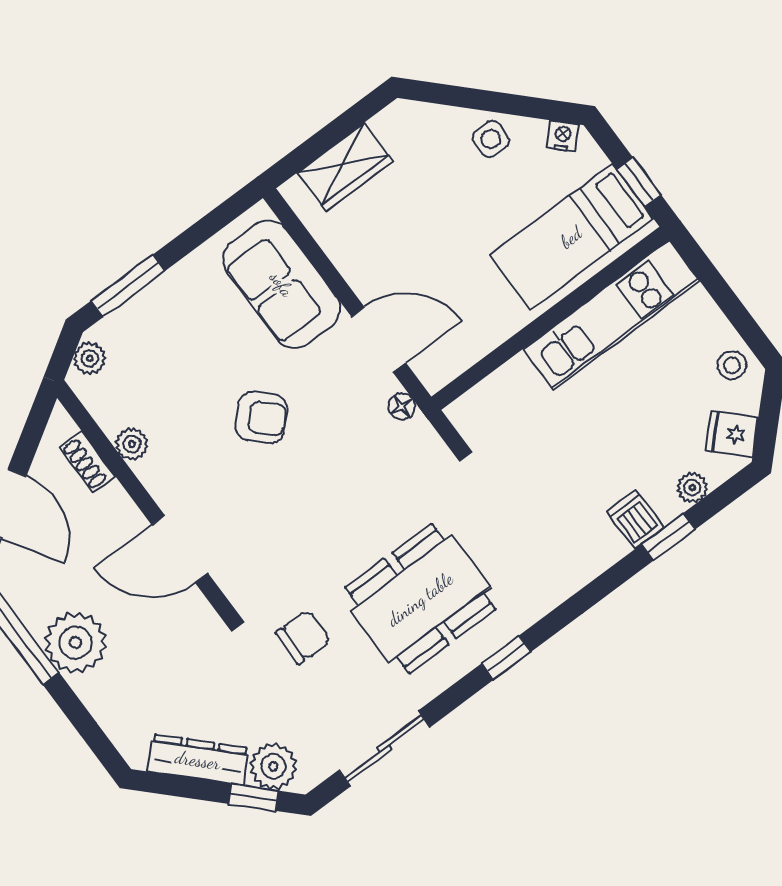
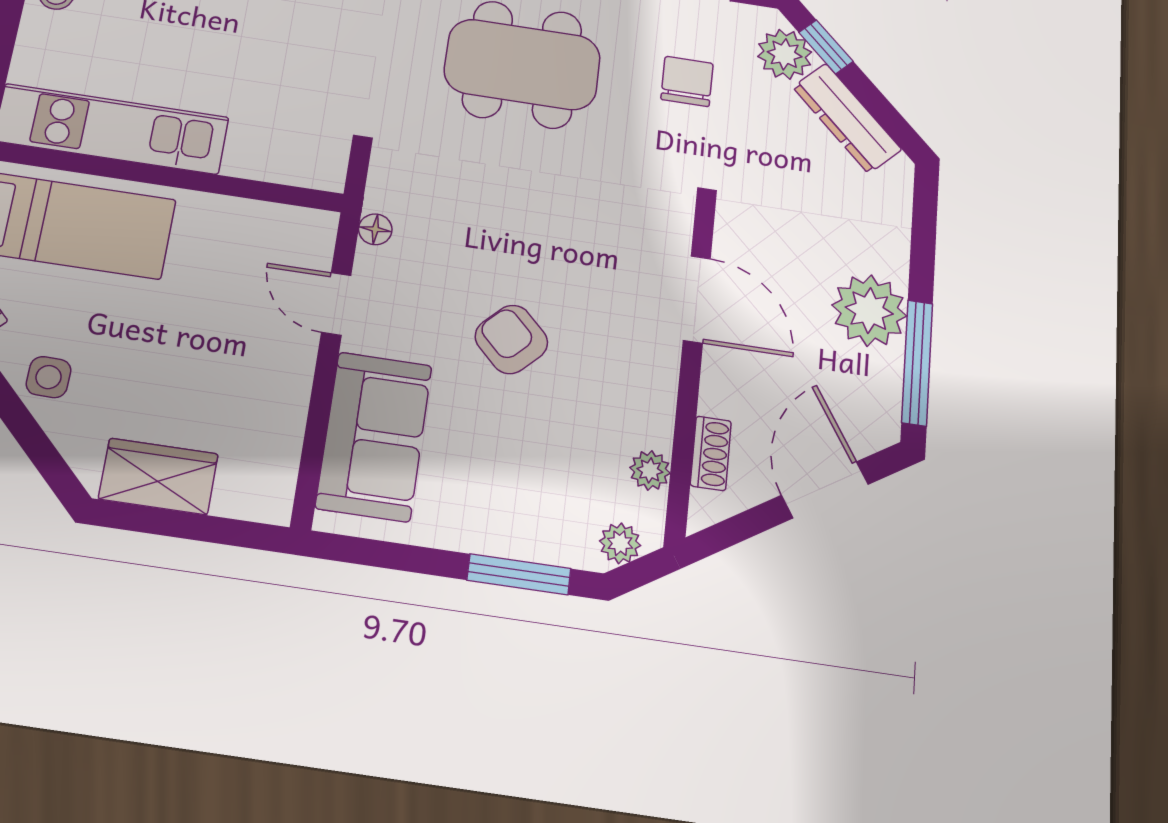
wardrobe: (345, 167) -> (158, 476), moved
door: (379, 340) -> (336, 304), width x0.73
plant: (132, 444) -> (650, 470), moved
chair: (303, 637) -> (687, 81), moved, turned 89

